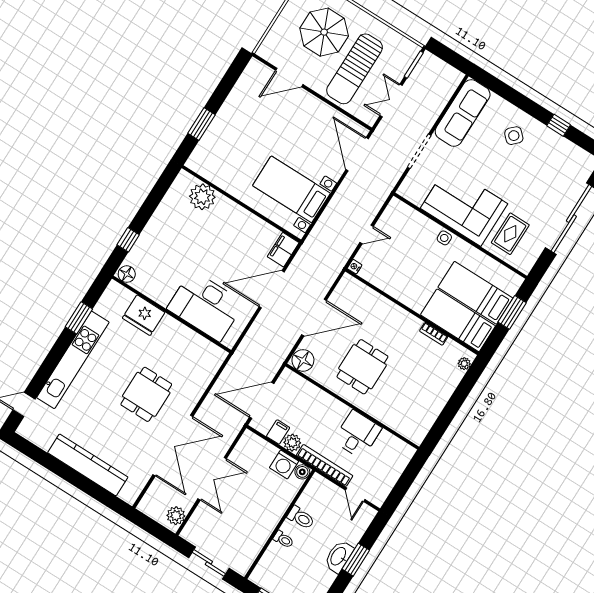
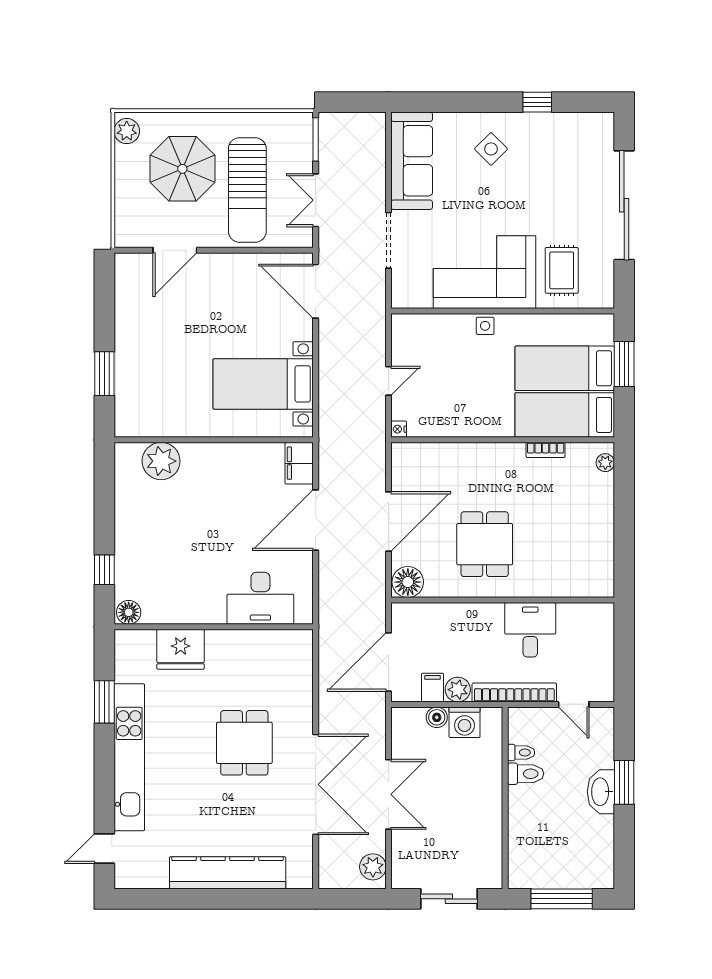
desk: (206, 306) -> (260, 598), width x0.73, depth x0.77
boiler: (302, 472) -> (437, 717), moved
toilet: (283, 539) -> (521, 753), moved

